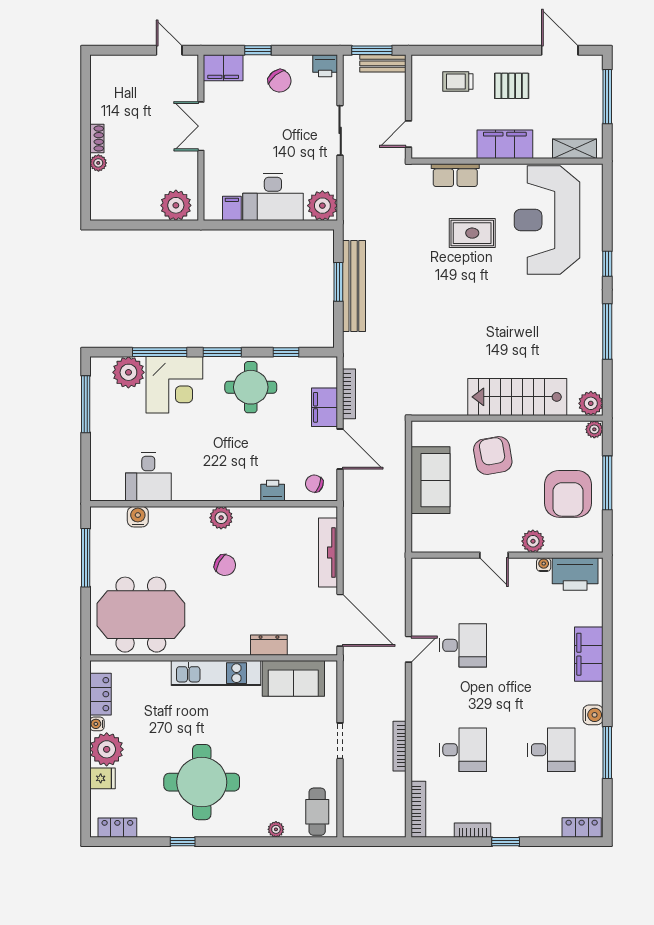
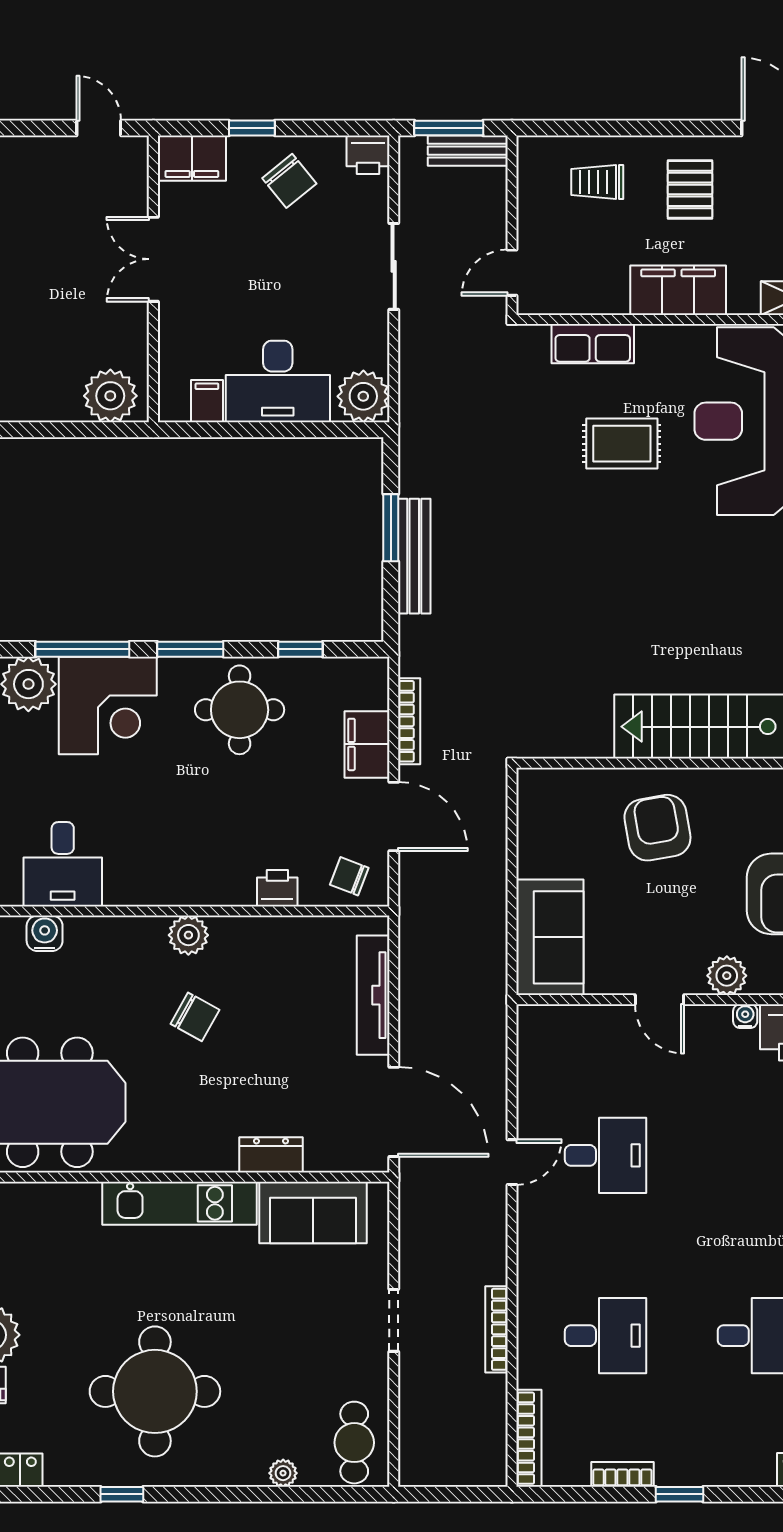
pallet: (512, 86) -> (690, 189), turned 90
bench: (354, 286) -> (414, 556), width x0.73, depth x0.82
sofa: (431, 480) -> (550, 937), moved

